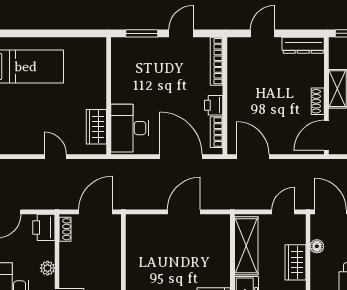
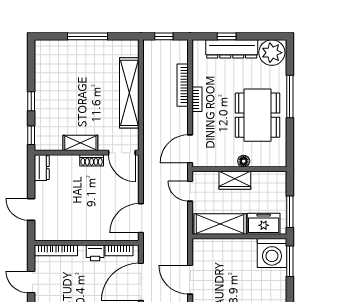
dresser: (303, 45) -> (42, 168), width x0.70
floor lamp: (317, 246) -> (244, 161), moved

